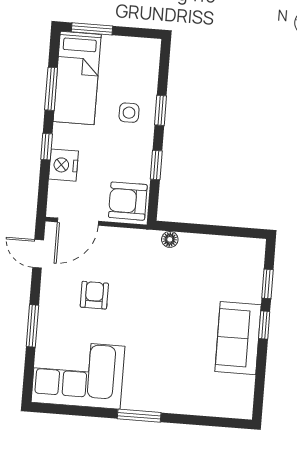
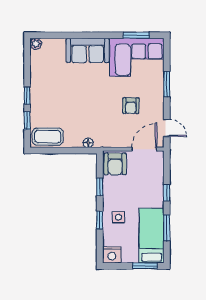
nightstand: (64, 165) -> (112, 255), moved, turned 90
armchair: (128, 201) -> (115, 164), turned 90
coffee table: (235, 255) -> (48, 137), added
sofa: (238, 338) -> (88, 50), moved, turned 90
plant: (243, 410) -> (36, 44), added
window: (139, 416) -> (136, 35), moved

